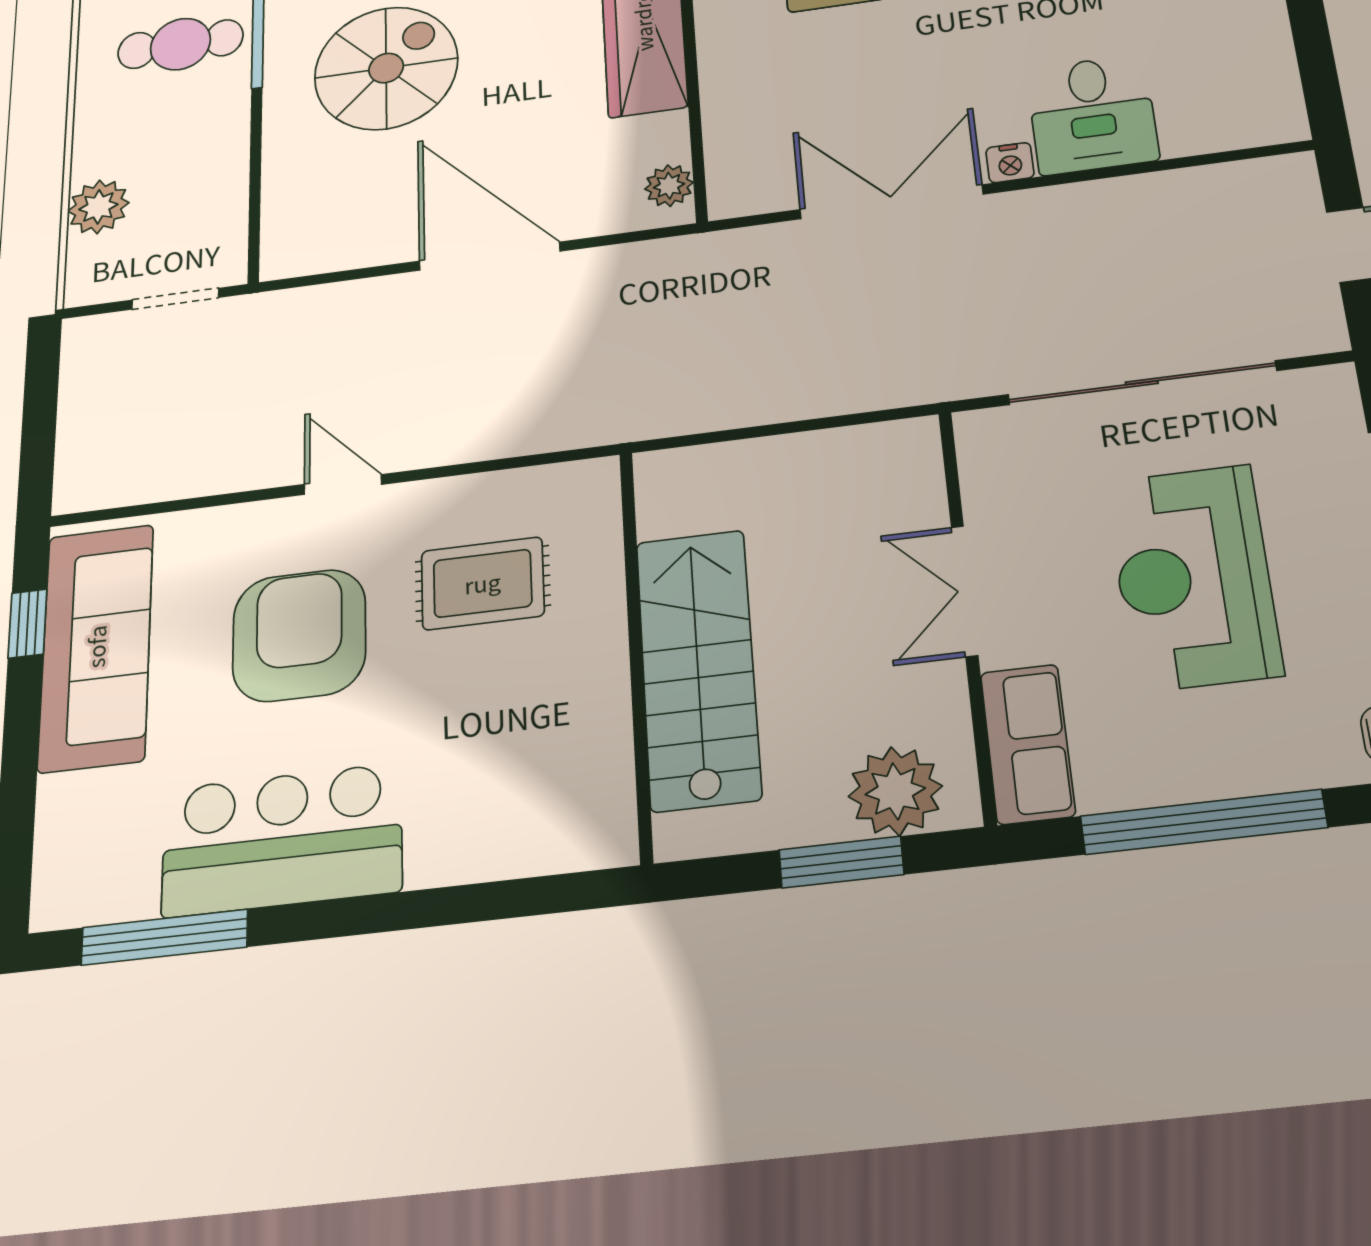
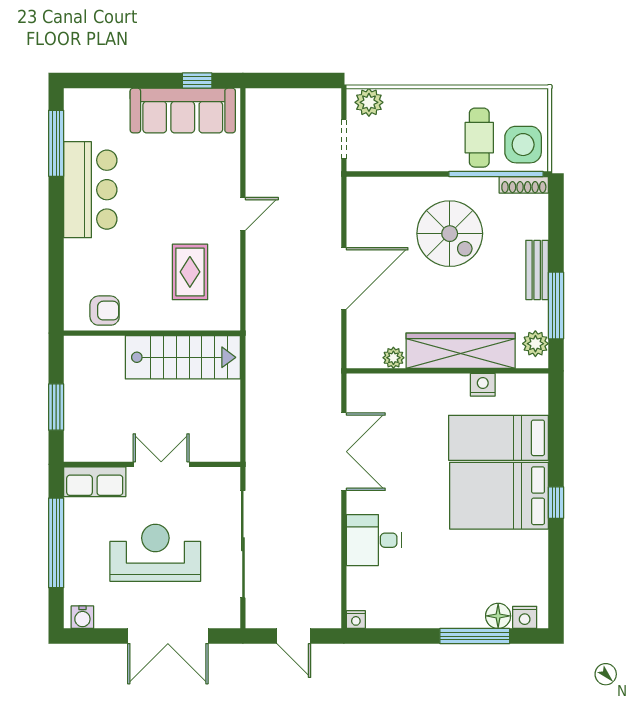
nightstand: (1010, 163) -> (356, 620), moved, turned -90
plant: (669, 186) -> (393, 358), moved
plant: (98, 207) -> (369, 102), moved
armchair: (299, 635) -> (105, 311), moved, width x0.53, depth x0.53
stairs: (698, 669) -> (183, 357), moved
plant: (895, 791) -> (82, 430), removed

